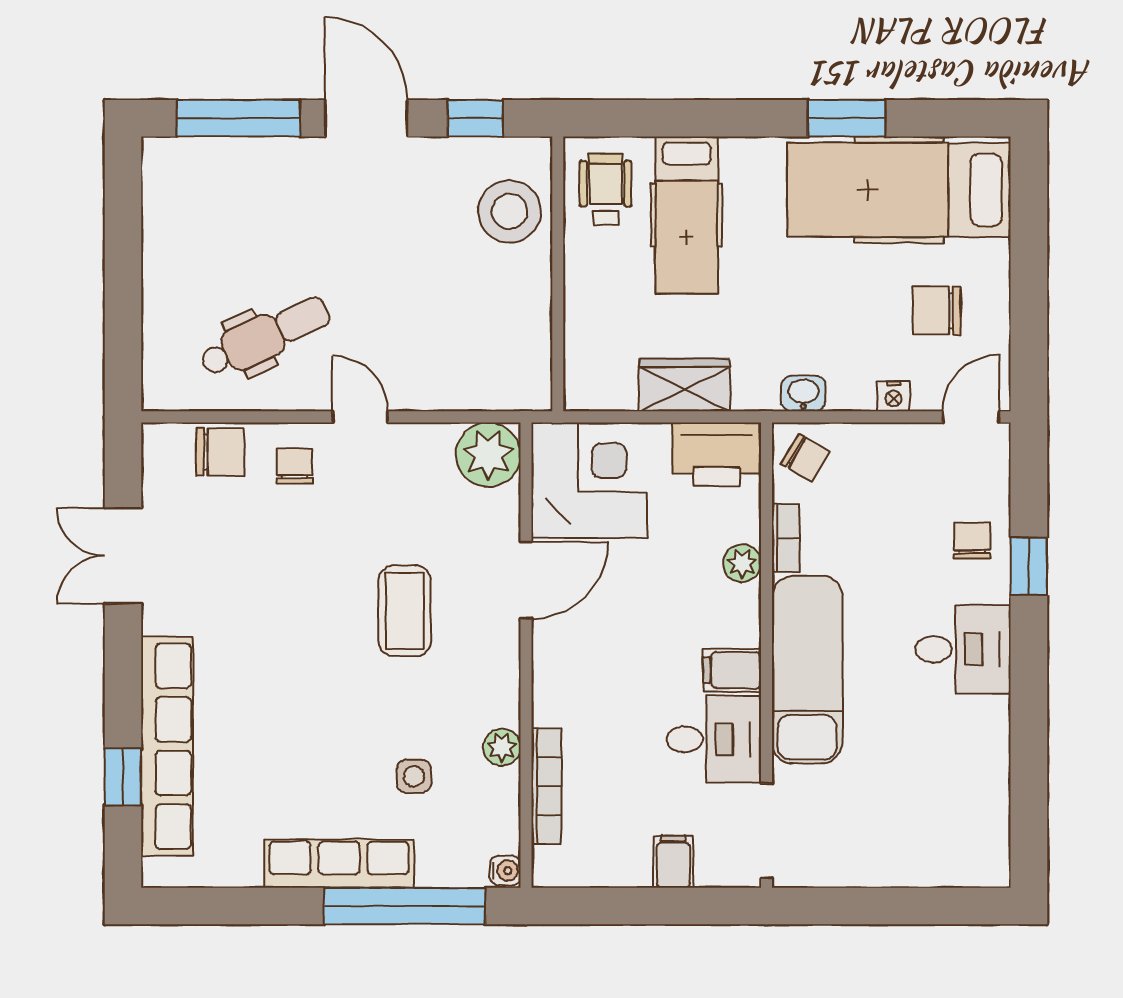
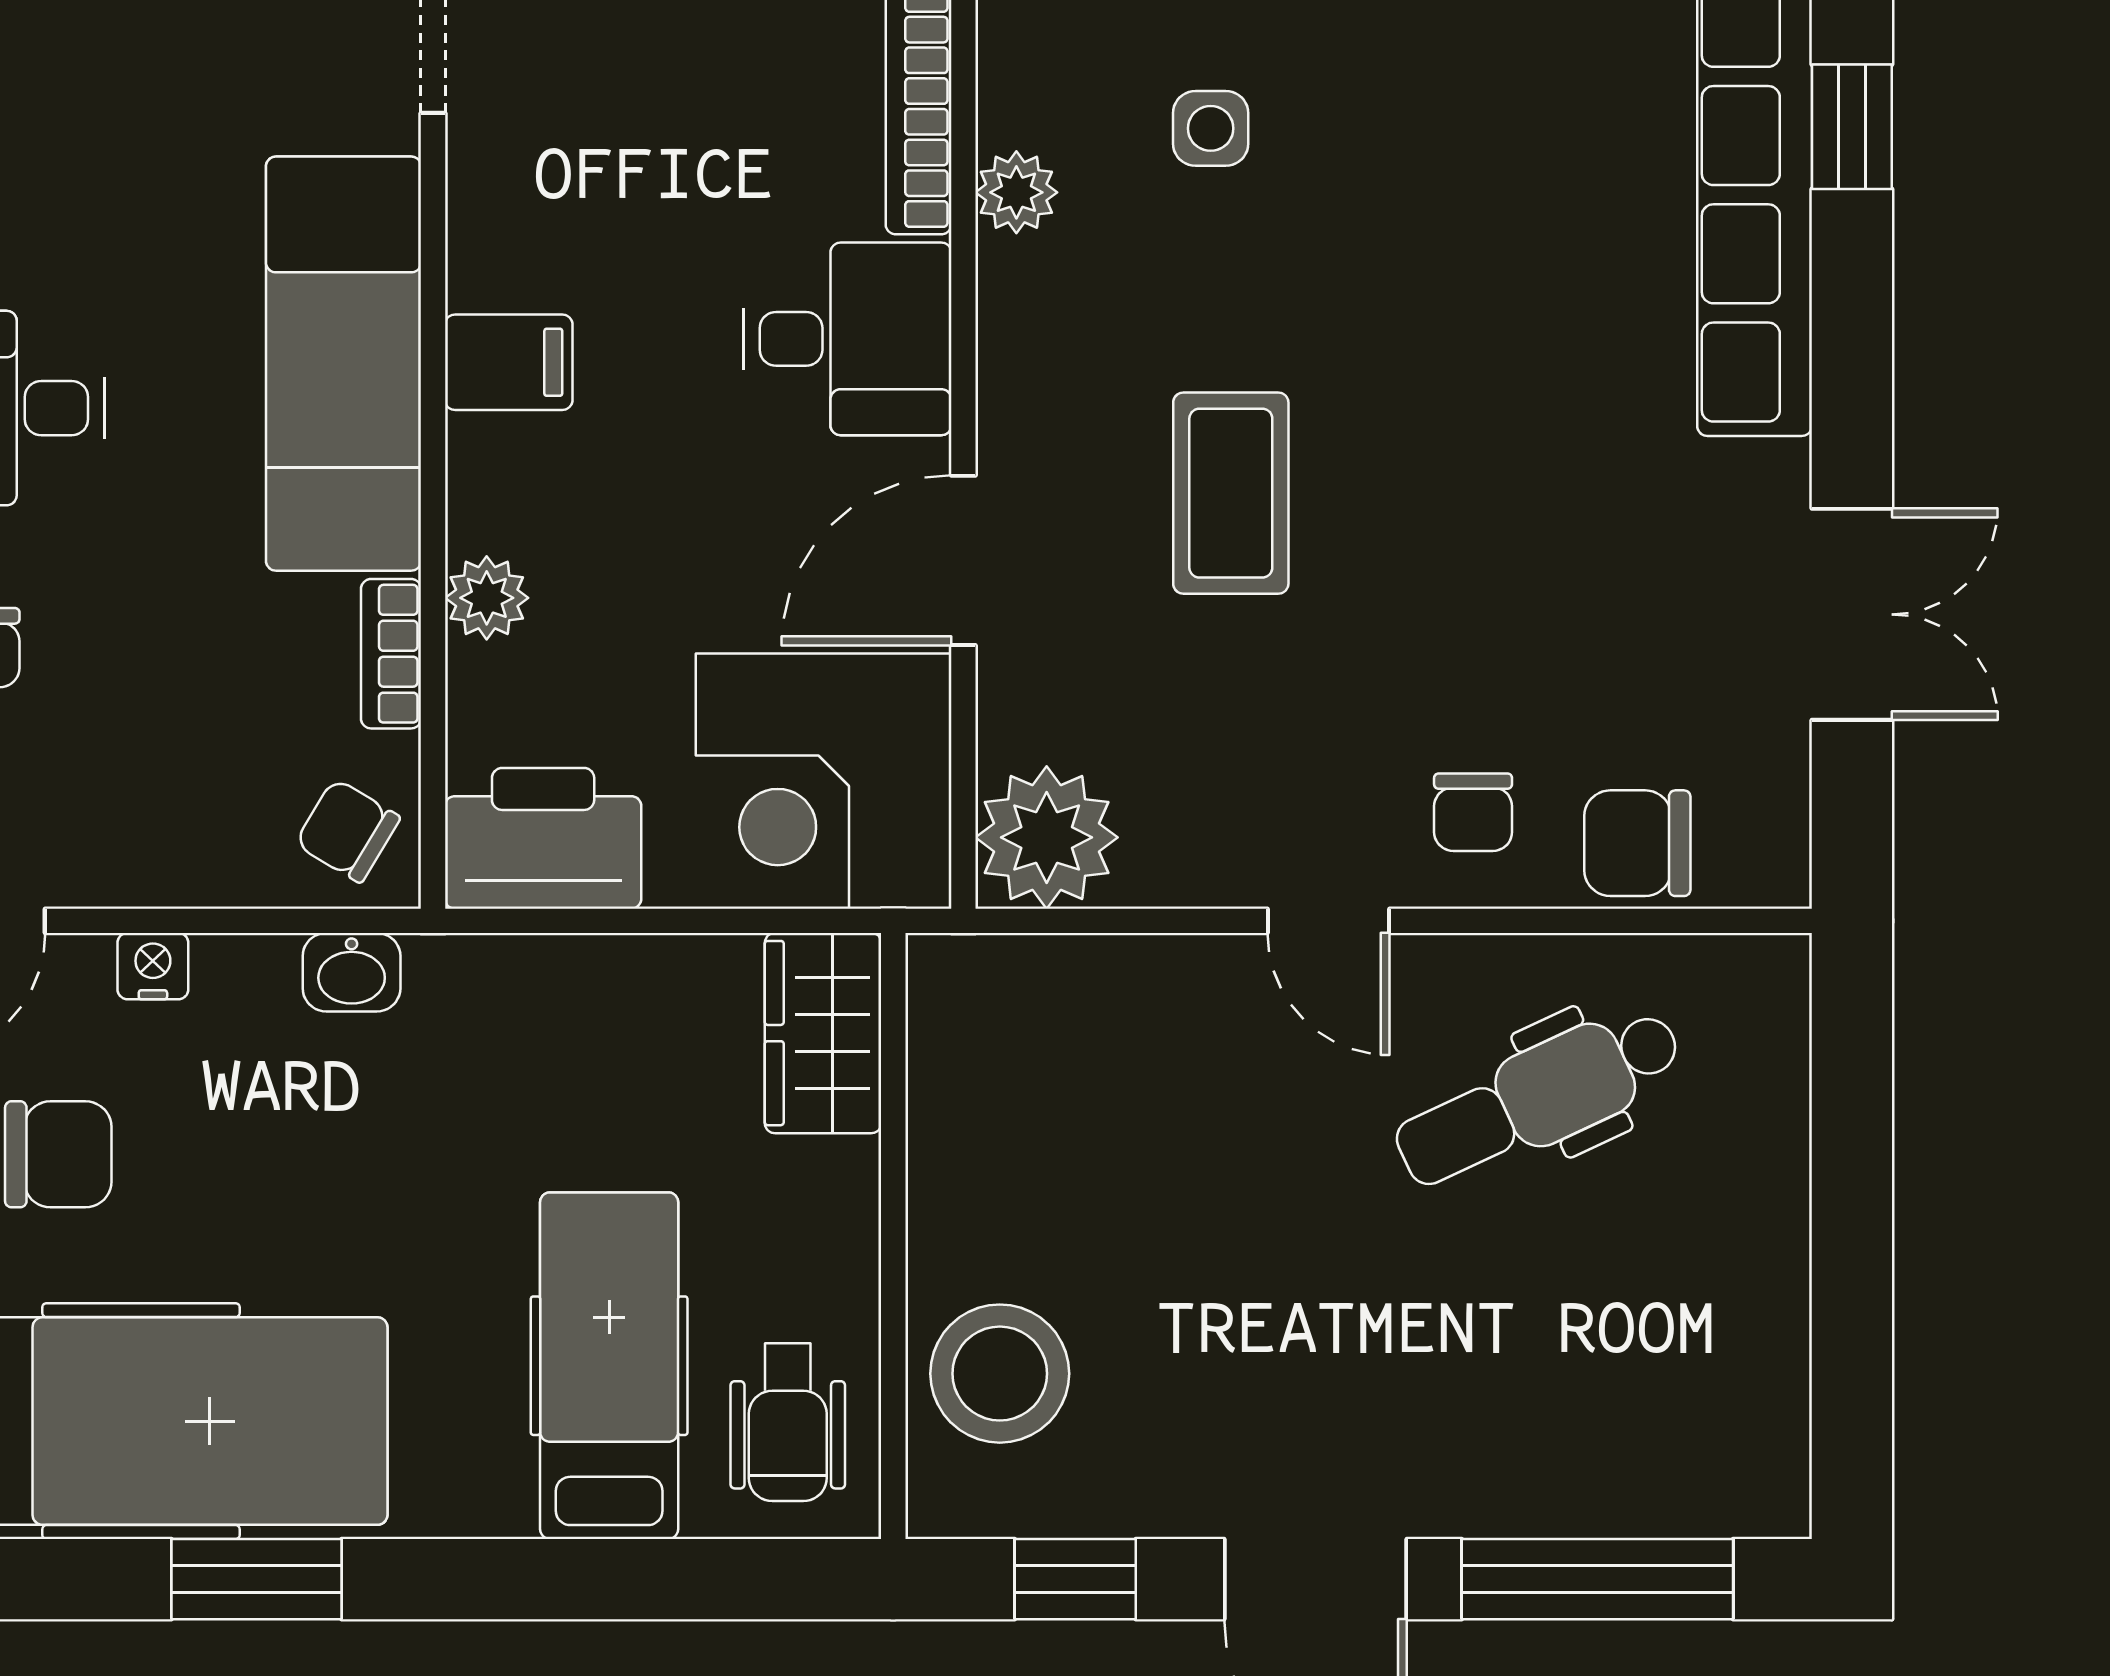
wardrobe: (684, 385) -> (823, 1033), moved, turned 90
desk: (714, 739) -> (847, 339), moved, turned 180

